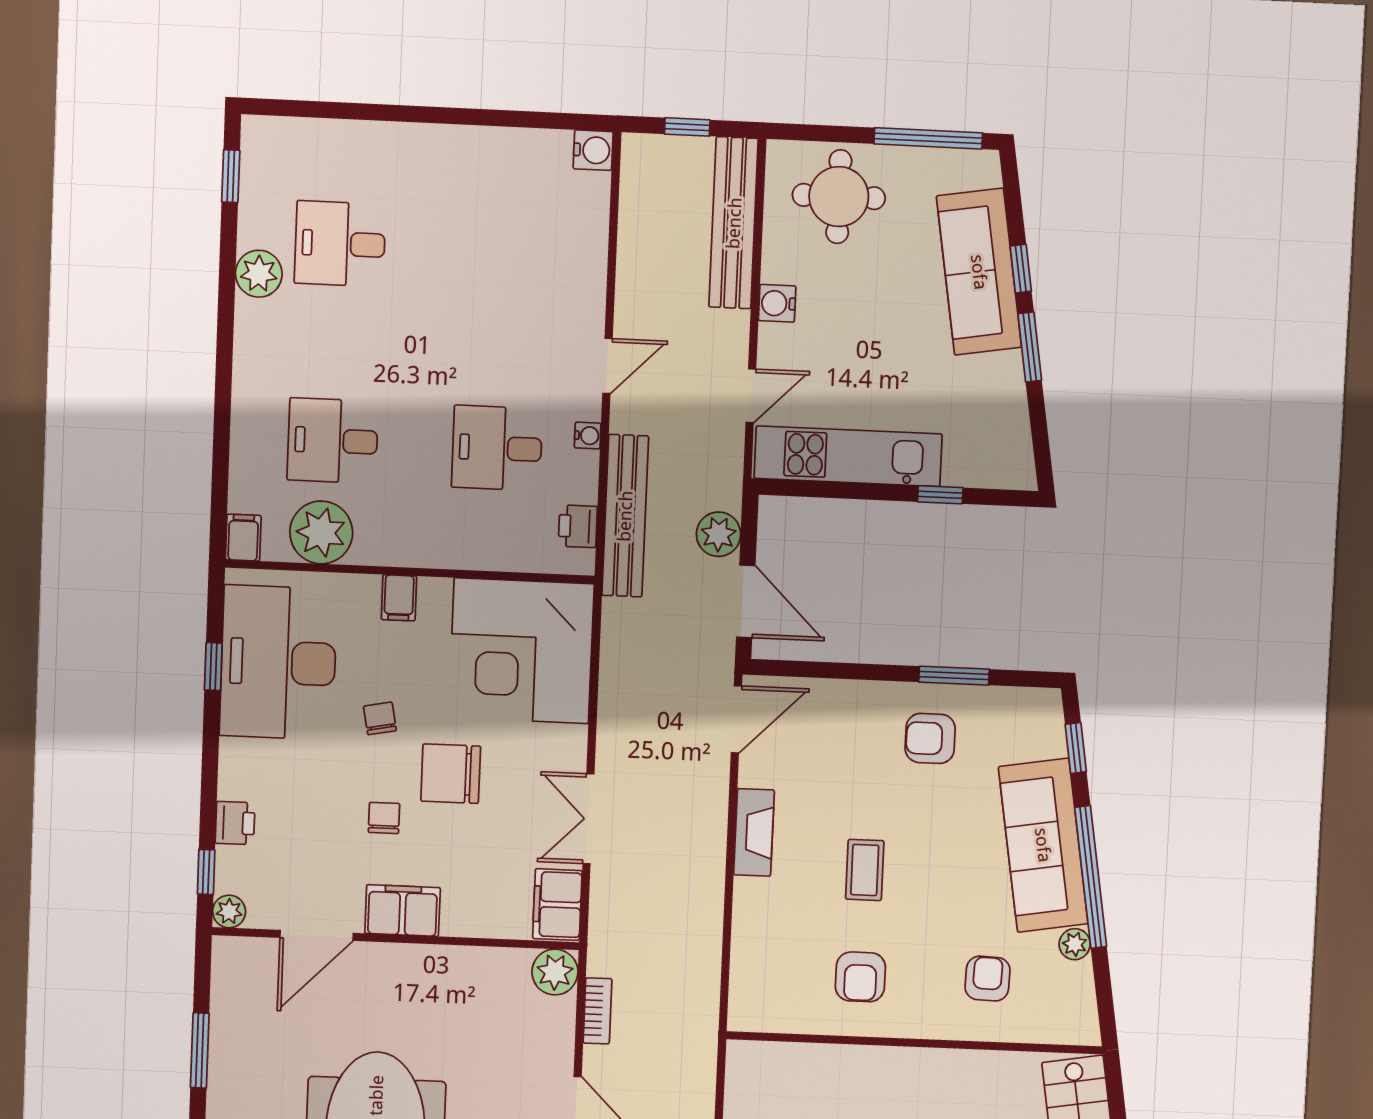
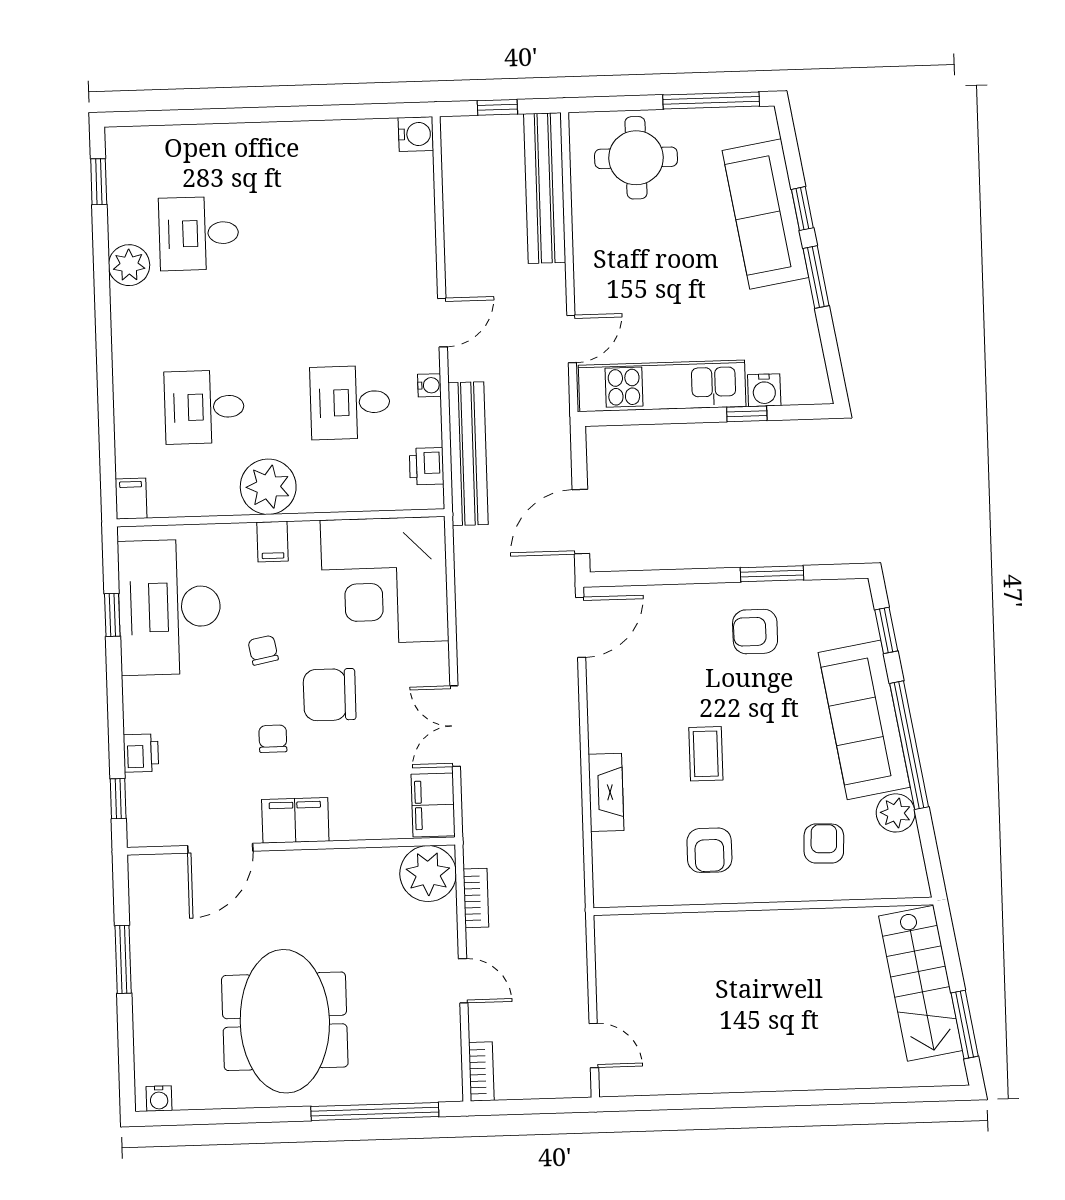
water cooler: (777, 303) -> (764, 390), moved, turned -90
plant: (321, 532) -> (268, 487), moved
plant: (719, 534) -> (552, 464), removed
door: (746, 601) -> (581, 522), swing flipped
fireplace: (754, 832) -> (606, 792), moved
plant: (229, 911) -> (141, 833), removed
plant: (1075, 944) -> (896, 813), width x1.38, depth x1.38
plant: (555, 972) -> (428, 874), width x1.36, depth x1.36

